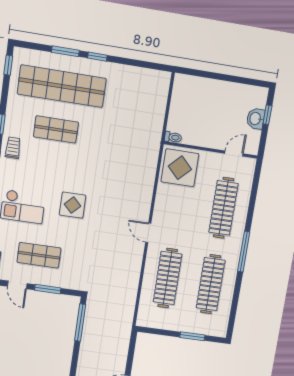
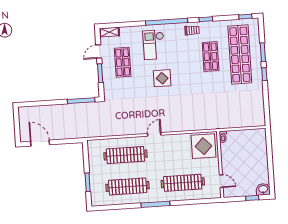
washbasin: (256, 119) -> (263, 189), moved

